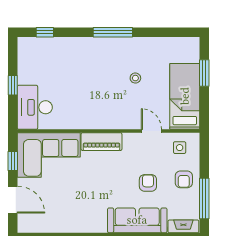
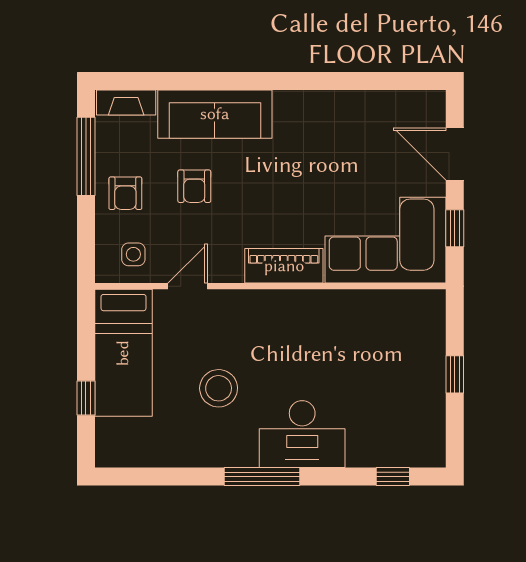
window: (204, 73) -> (86, 398), width x0.67
stool: (135, 78) -> (219, 388), width x1.89, depth x1.89
desk: (35, 107) -> (302, 434), moved, turned 90
door: (151, 131) -> (188, 286), swing flipped
armchair: (184, 179) -> (125, 193), turned 180

